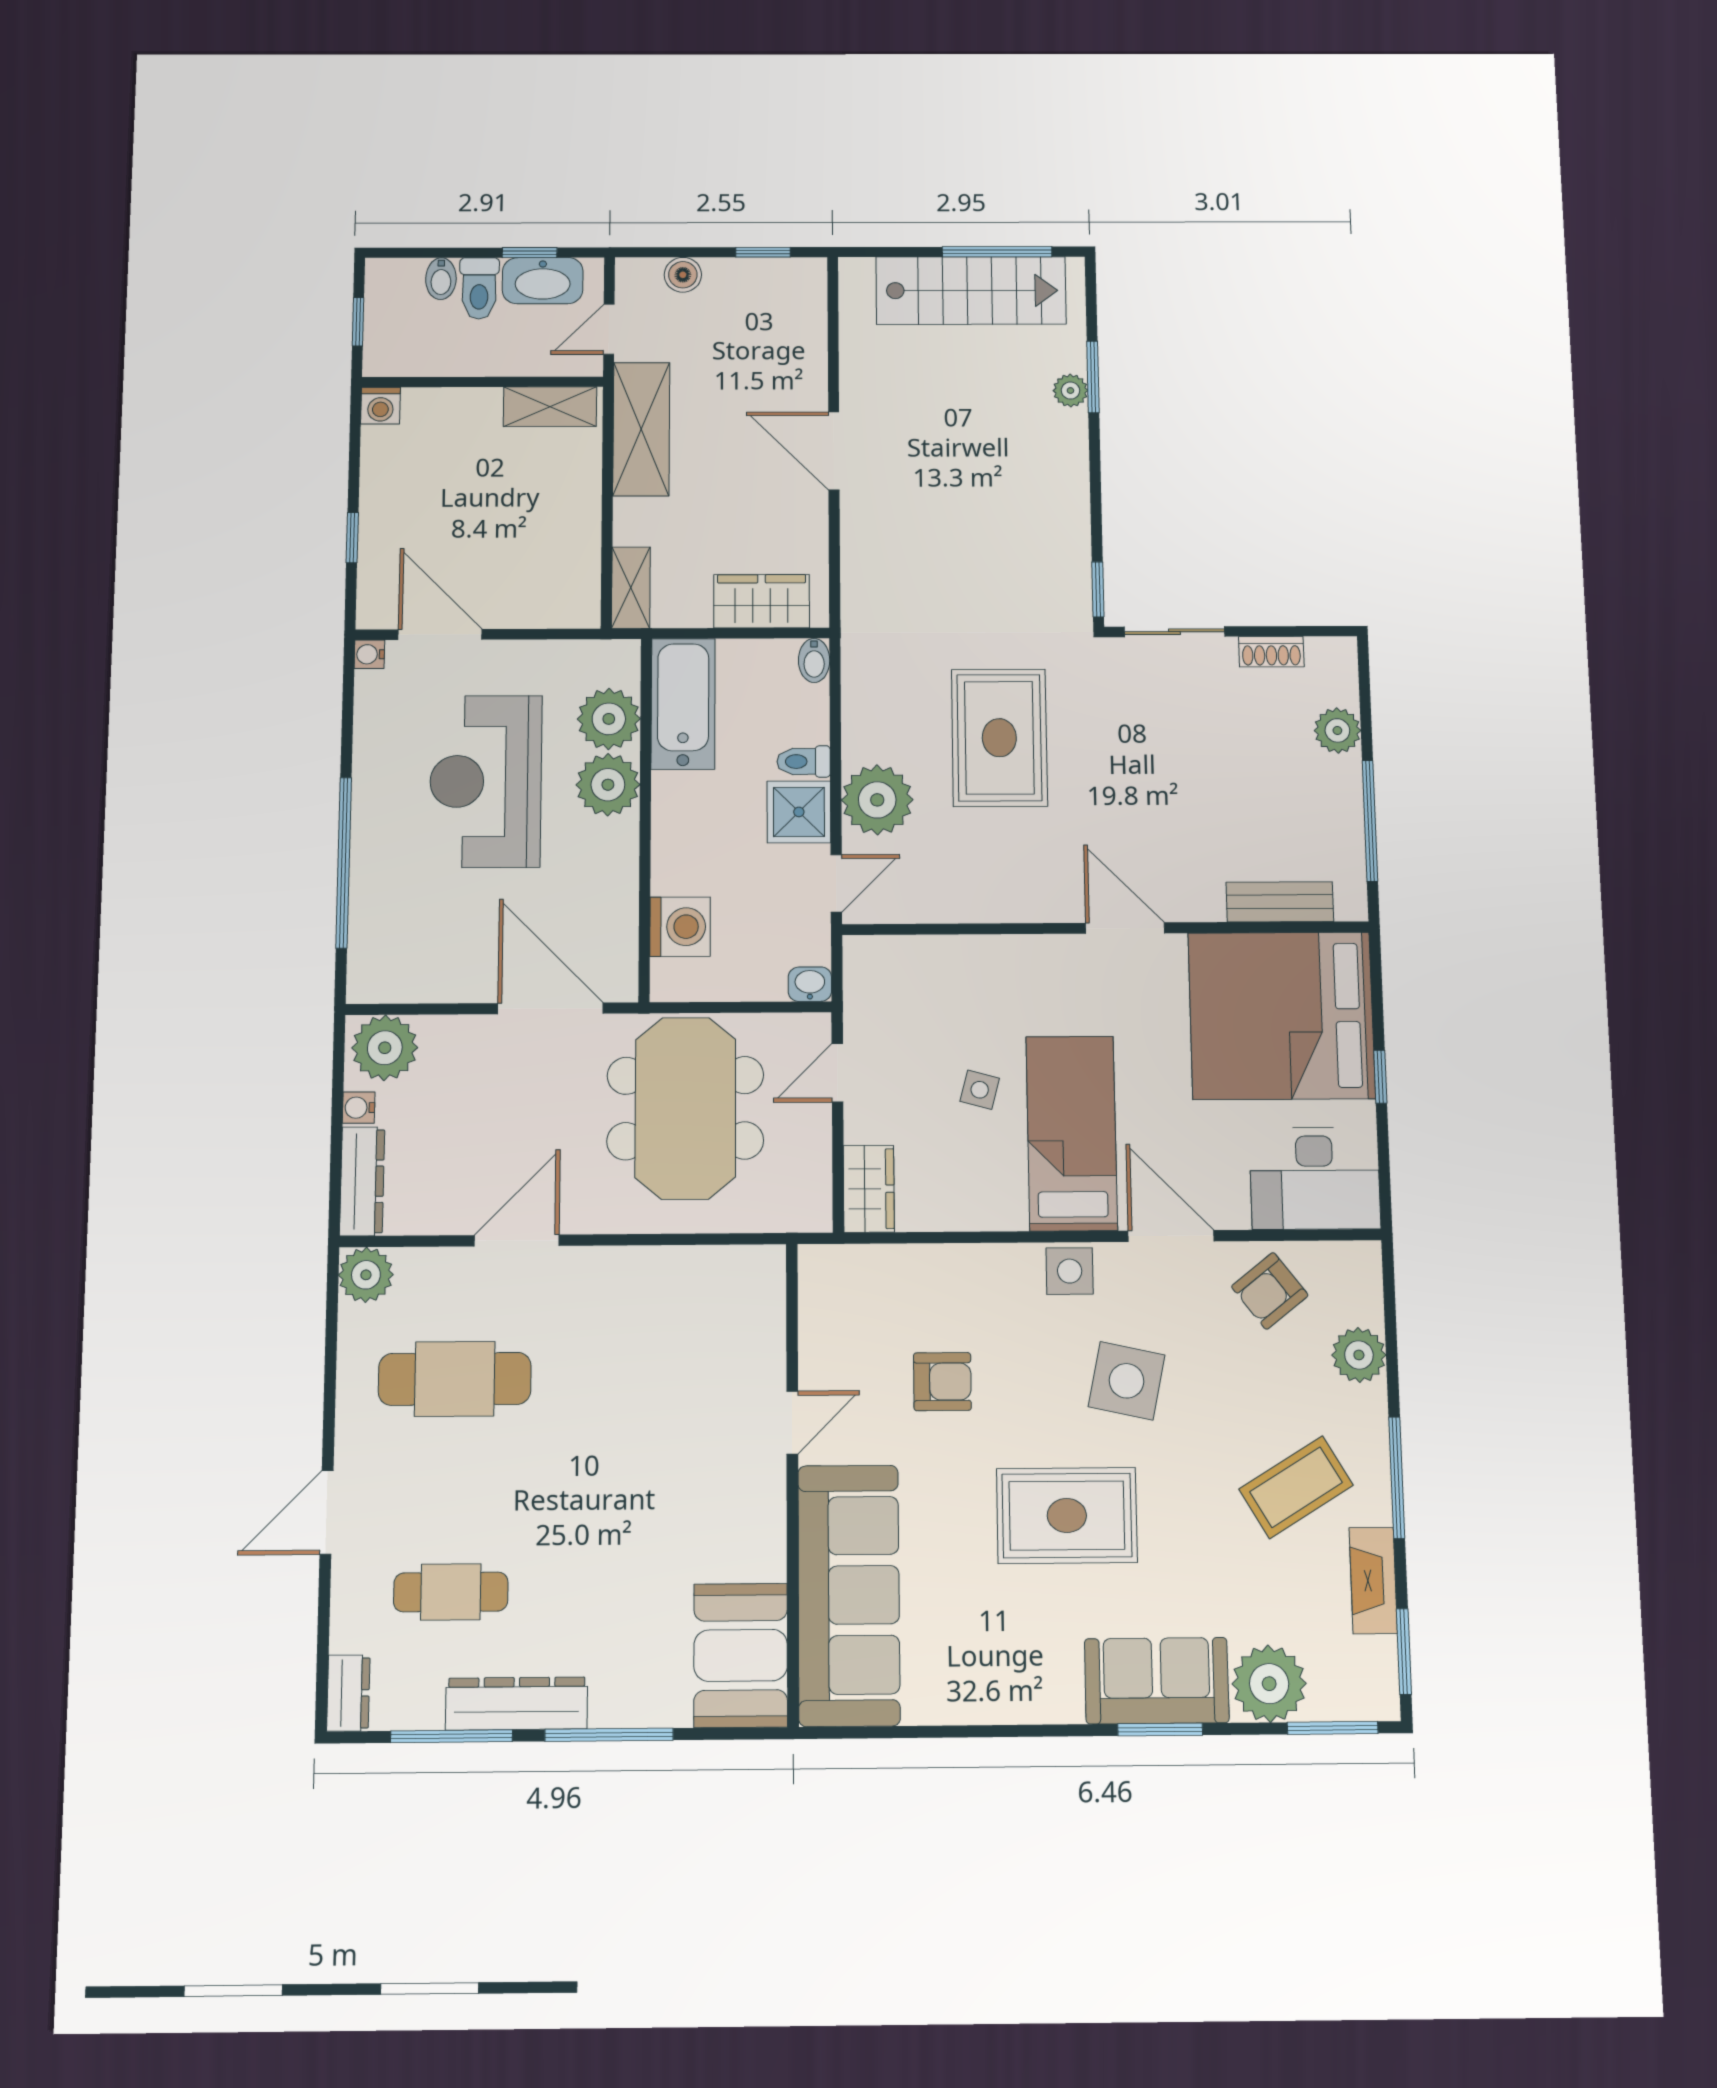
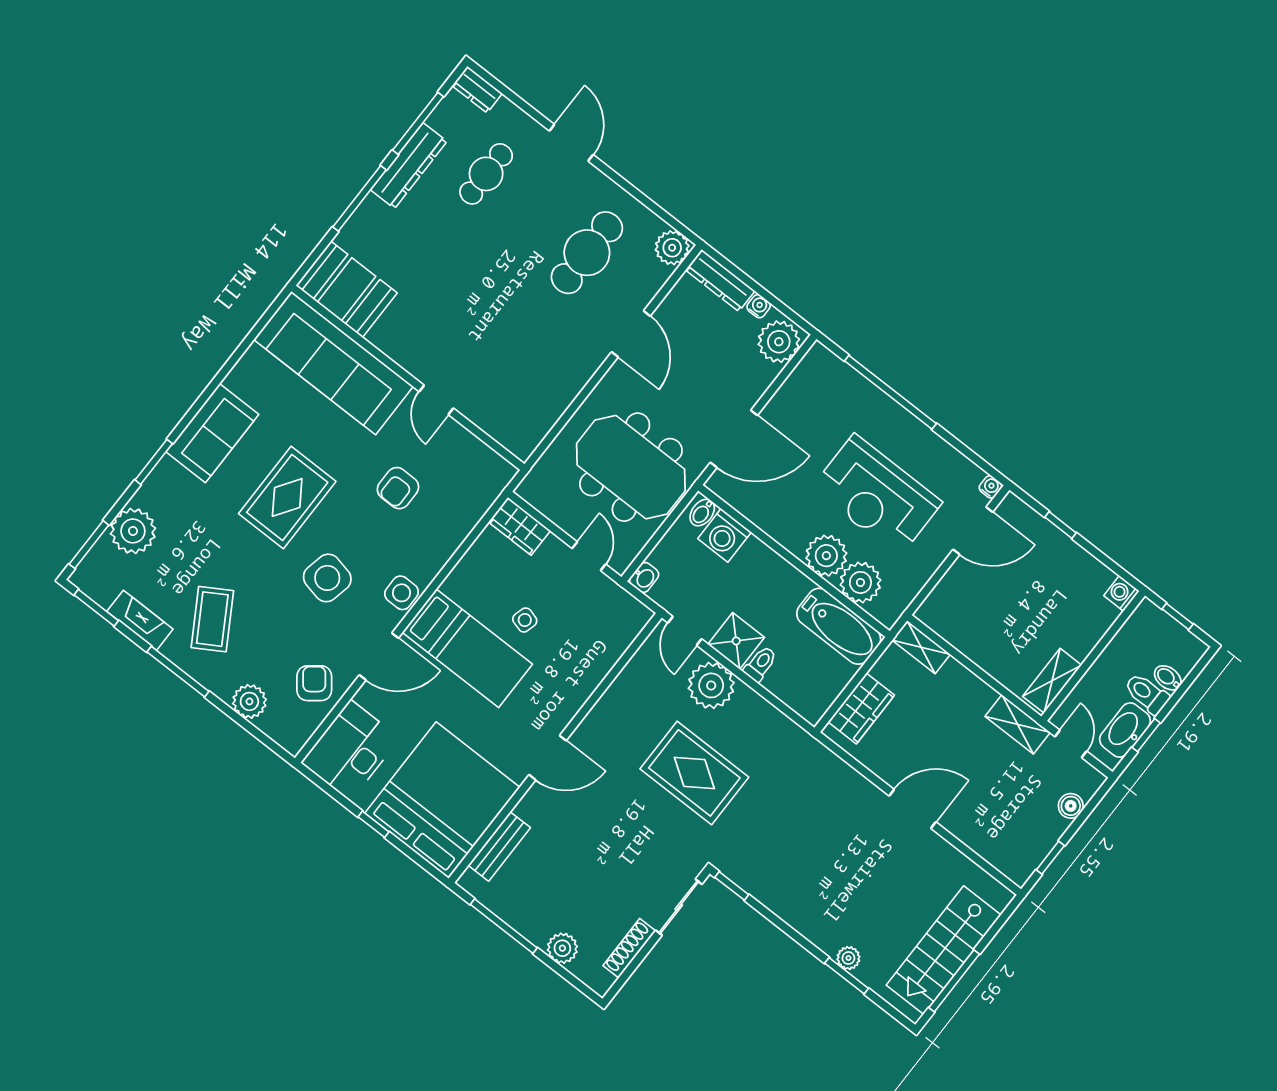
shelving: (641, 429) -> (1018, 724), width x0.67, depth x0.75
shoe rack: (1271, 652) -> (629, 948), width x1.43
bidet: (814, 660) -> (702, 513), moved, turned -90
reception desk: (486, 781) -> (877, 495), turned 180
sofa: (1157, 1681) -> (212, 433), moved

